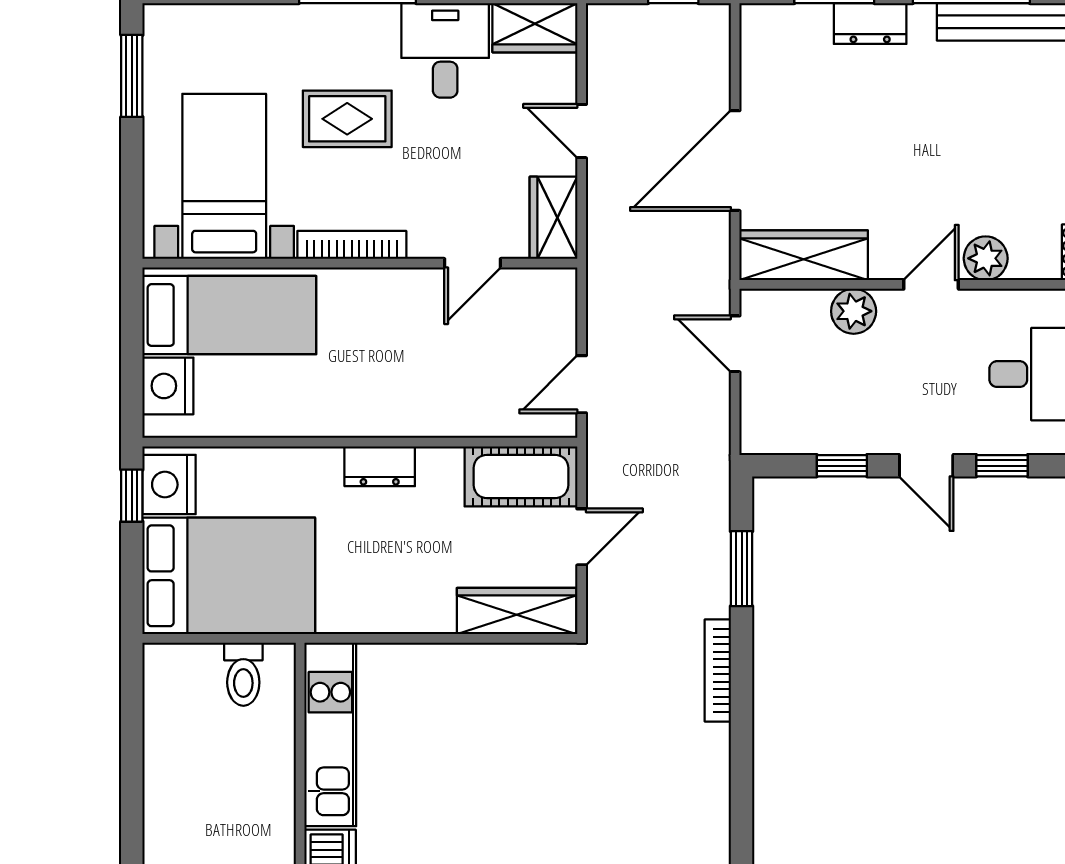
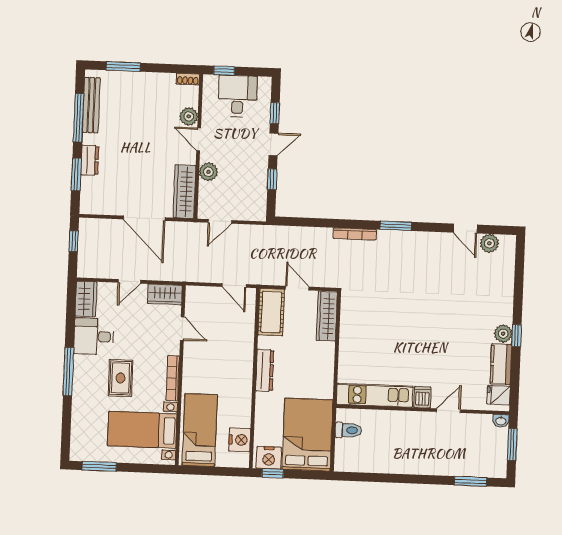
nightstand: (168, 386) -> (240, 440), moved, turned -90
dresser: (380, 466) -> (265, 370), width x1.44
window: (742, 569) -> (396, 226), moved

